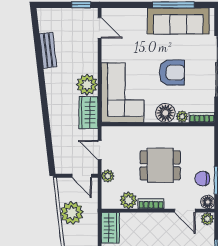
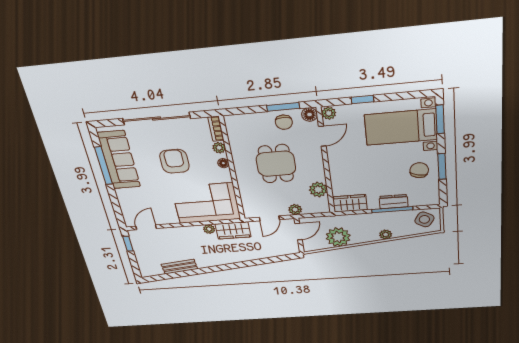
plant: (87, 85) -> (209, 229), width x0.53, depth x0.53
floor lamp: (165, 113) -> (223, 163), width x0.53, depth x0.53
bookcase: (151, 204) -> (319, 169), removed

